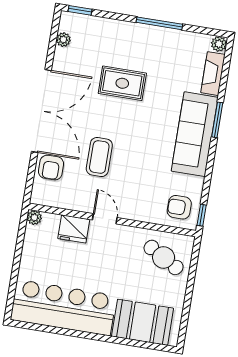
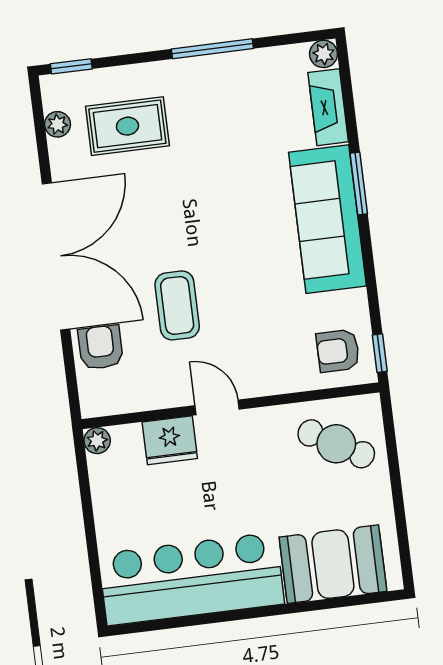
rug: (122, 83) -> (127, 126), moved
armchair: (51, 168) -> (101, 347), turned 180

